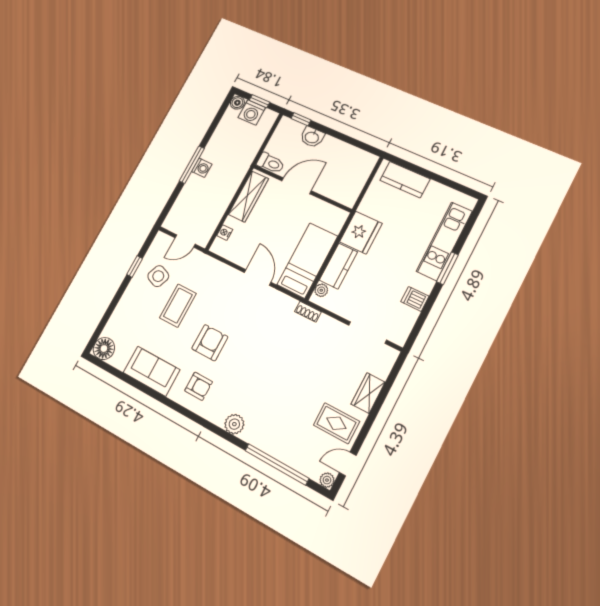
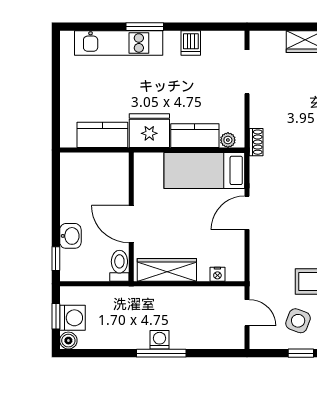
kitchen counter: (405, 180) -> (102, 135), moved, turned -90

